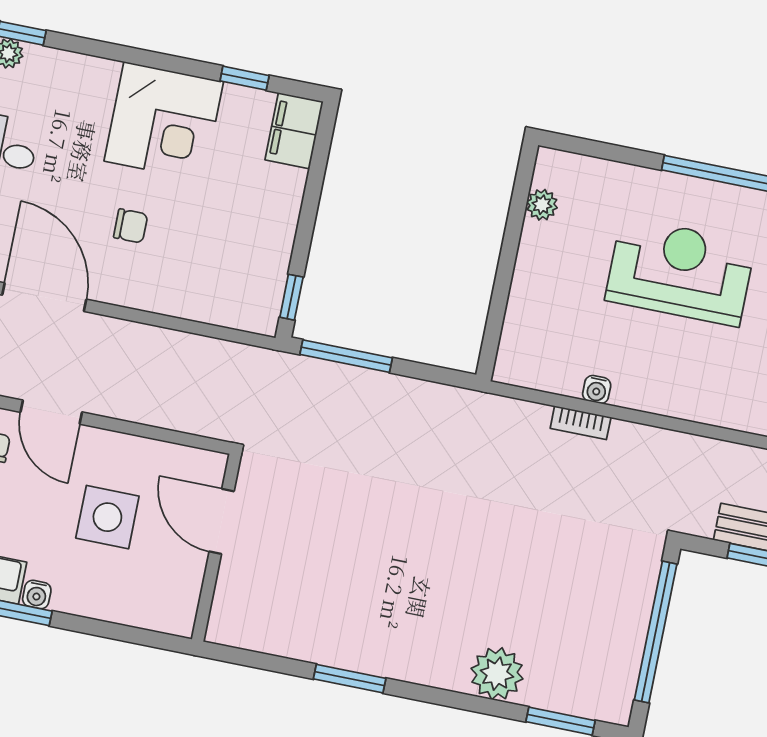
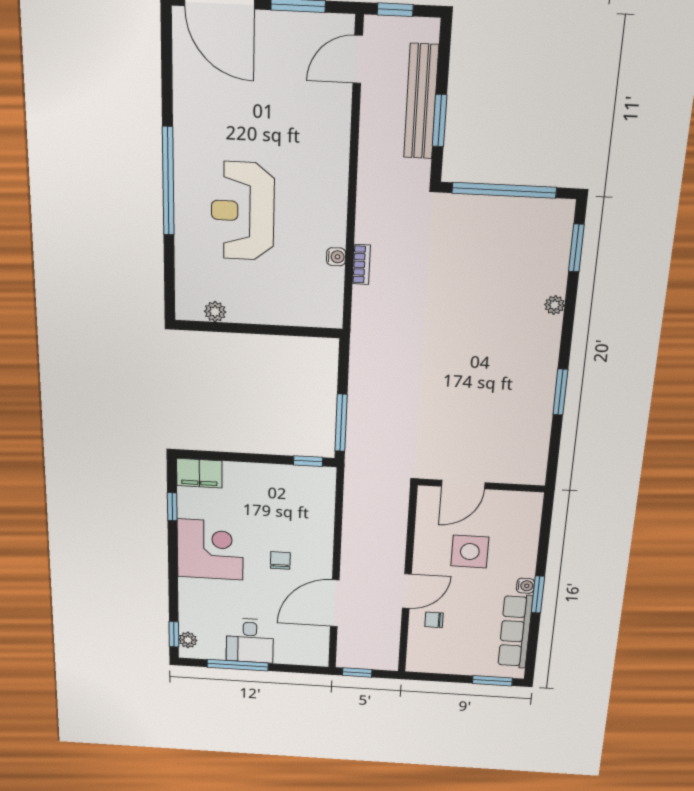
plant: (497, 674) -> (555, 305), width x0.53, depth x0.53

